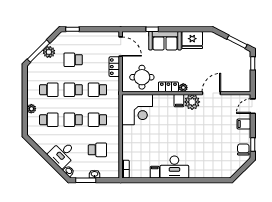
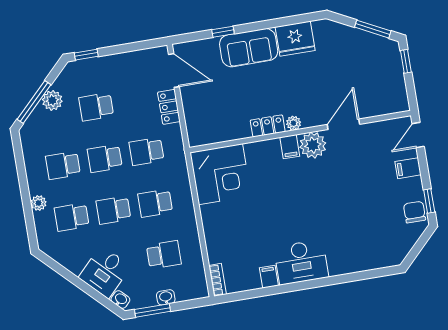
round table: (142, 77) -> (219, 117), removed
school desk: (49, 90) -> (63, 165), turned 180
school desk: (49, 120) -> (72, 217), turned 180

